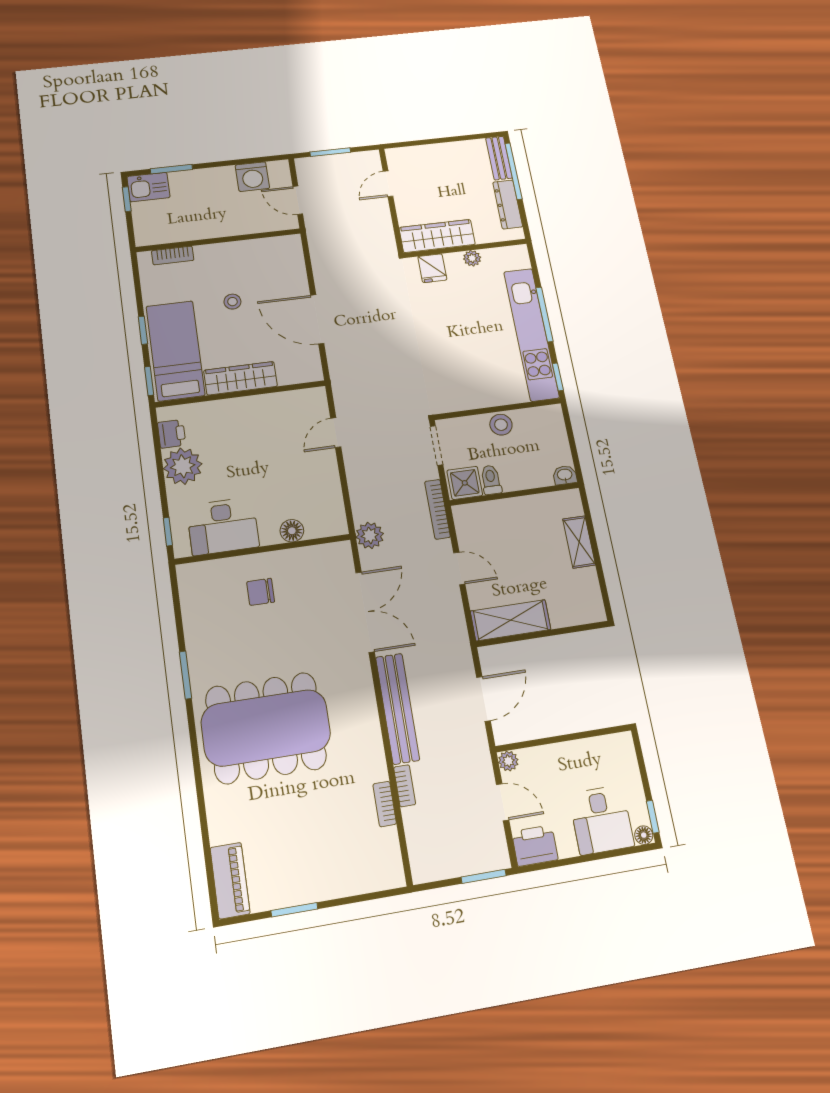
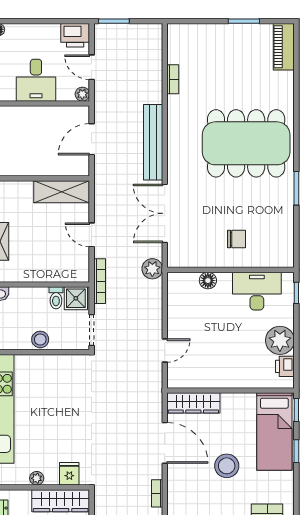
stool: (232, 302) -> (227, 466), width x1.89, depth x1.89
wardrobe: (241, 378) -> (193, 403), moved
bookcase: (405, 786) -> (157, 493), moved
desk: (601, 820) -> (36, 80), moved, turned 180

